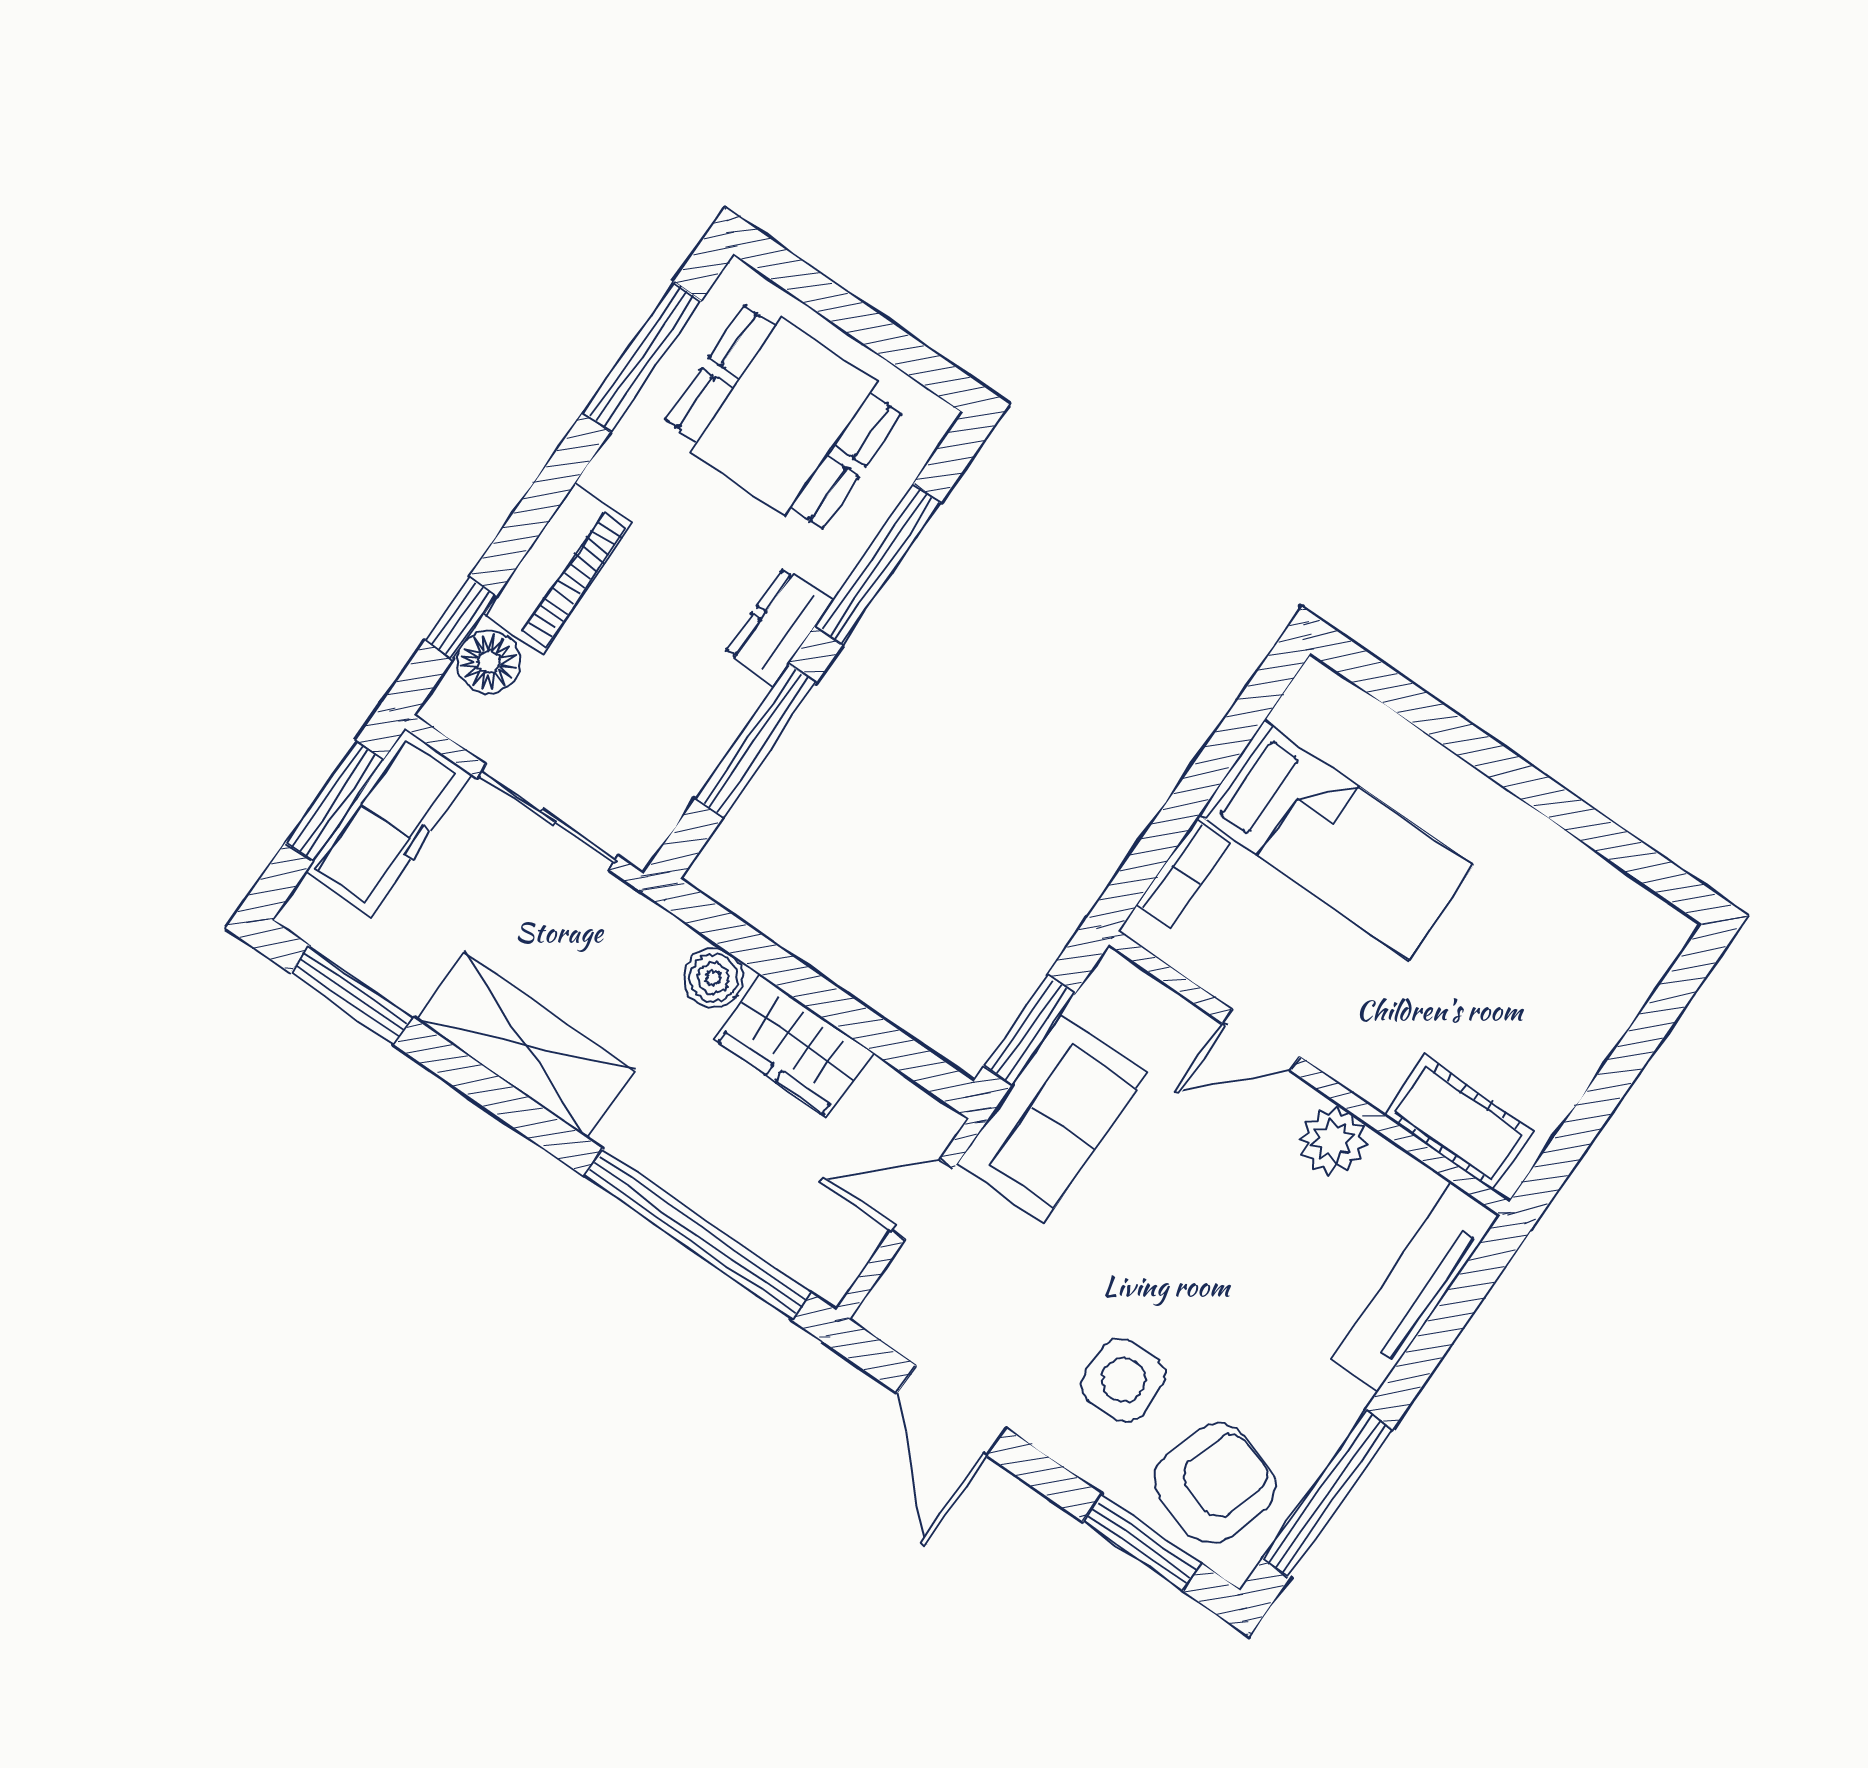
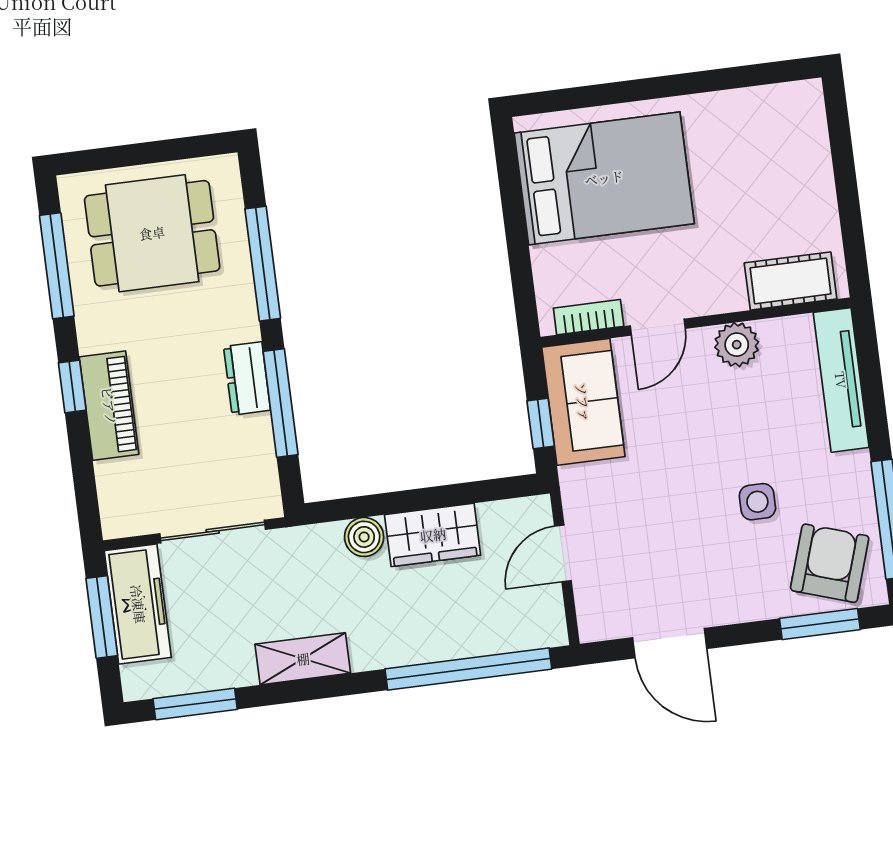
window: (461, 618) -> (72, 386), moved
dresser: (779, 627) -> (247, 378), moved
floor lamp: (489, 662) -> (116, 482), removed
bed: (1336, 840) -> (604, 178), width x1.50
bookcase: (1183, 873) -> (589, 317), moved, turned -90
window: (1030, 1030) -> (541, 424), width x0.67
shelving: (526, 1045) -> (303, 659), width x0.67, depth x0.75
sofa: (1052, 1119) -> (583, 402), moved
side table: (1123, 1380) -> (757, 502), moved, width x0.73, depth x0.73

